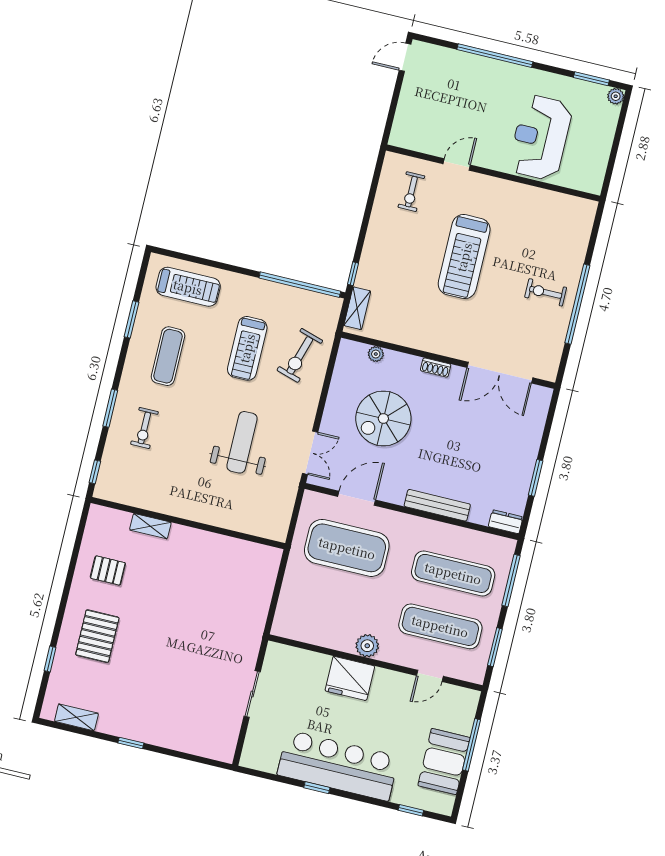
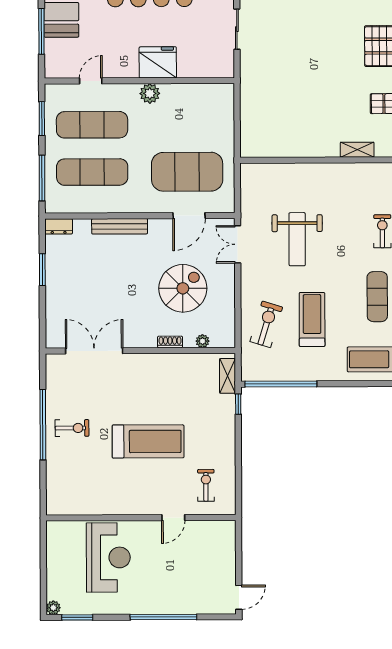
treadmill: (464, 257) -> (148, 441), turned 90
shoe rack: (436, 367) -> (170, 342), moved

